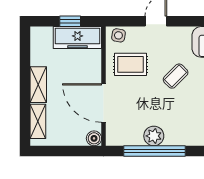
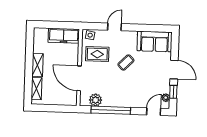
window: (70, 21) -> (59, 25), removed
plant: (154, 136) -> (95, 100), moved
boiler: (94, 138) -> (72, 101), removed

